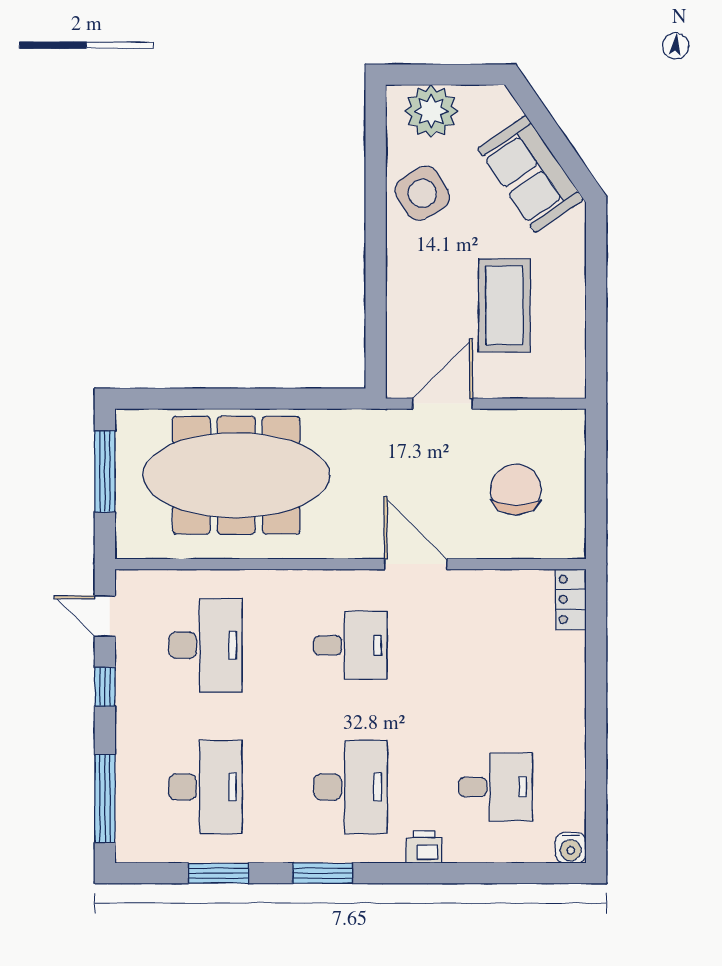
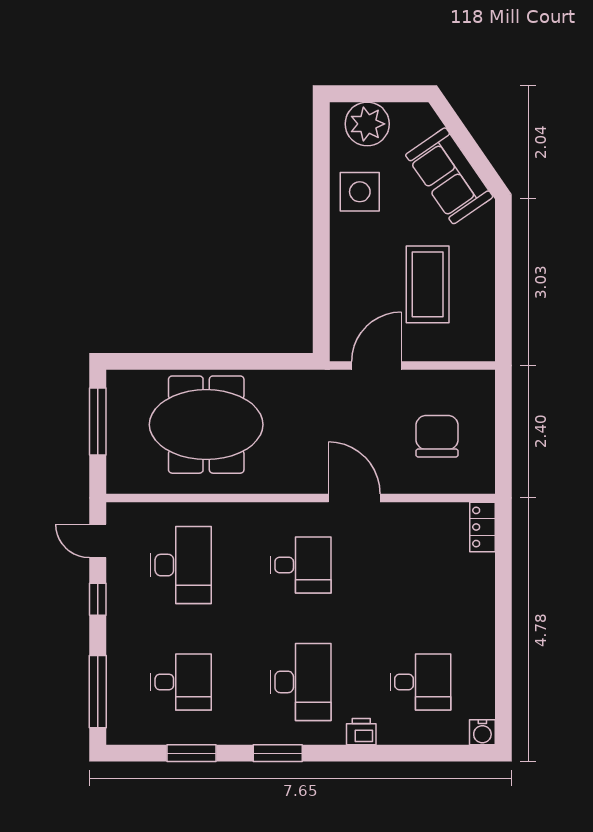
side table: (422, 193) -> (360, 192), turned 32
meeting table: (236, 475) -> (206, 425), width x0.73
desk: (205, 787) -> (181, 682), width x0.73

